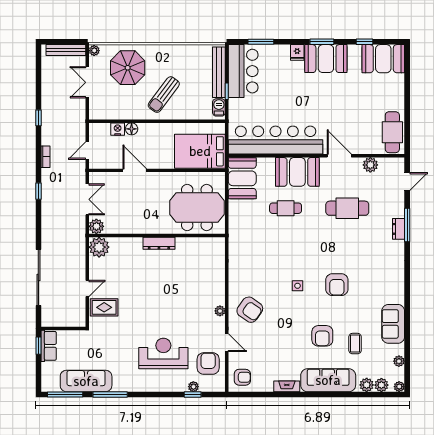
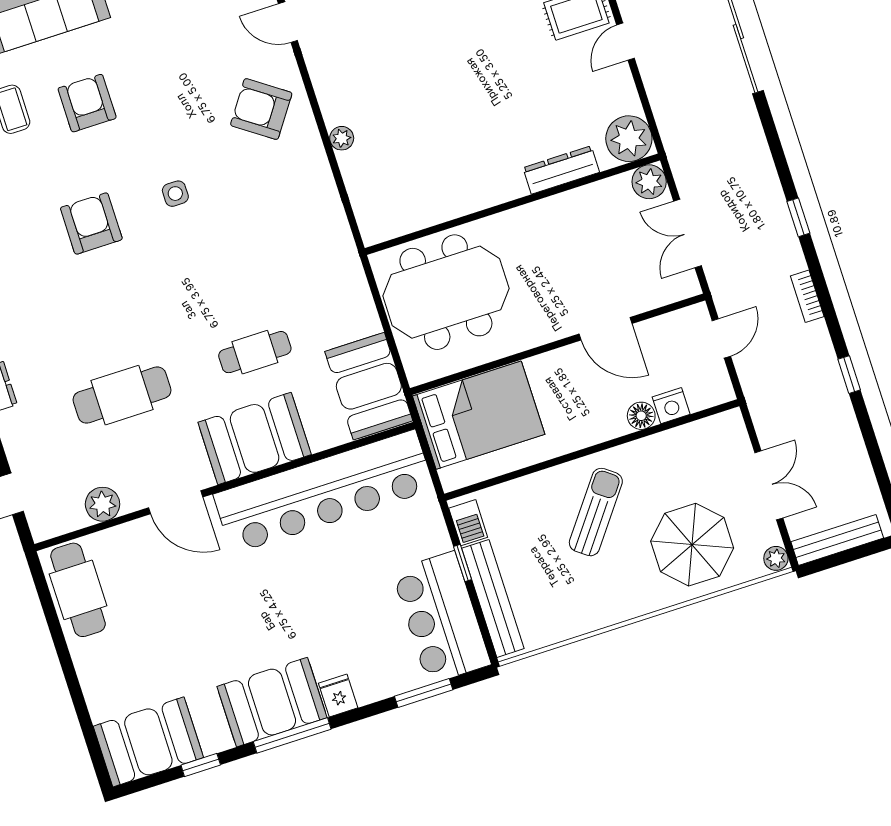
window: (322, 42) -> (292, 735), width x1.44
dresser: (159, 243) -> (561, 170), moved
plant: (220, 311) -> (342, 138), moved

